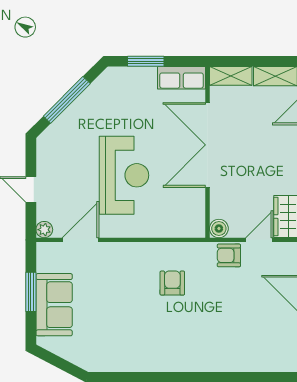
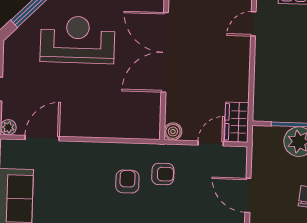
reception desk: (124, 175) -> (78, 40), moved, turned -90
armchair: (229, 255) -> (163, 174), moved, turned 180

